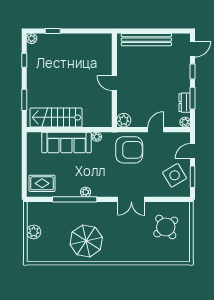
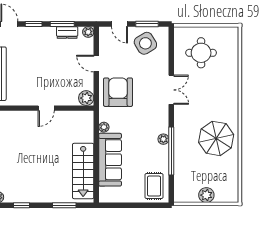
round table: (166, 227) -> (201, 53), turned 38

